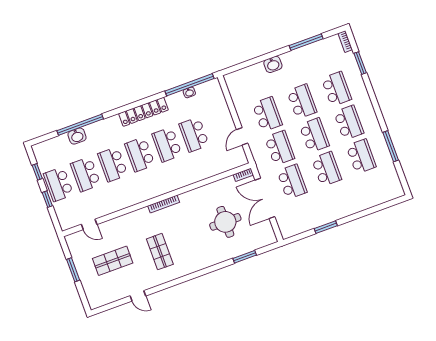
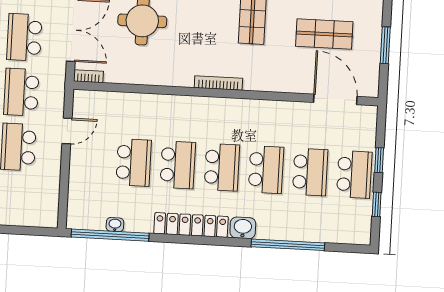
washbasin: (77, 136) -> (243, 228), moved
door: (89, 224) -> (335, 99), width x1.87

